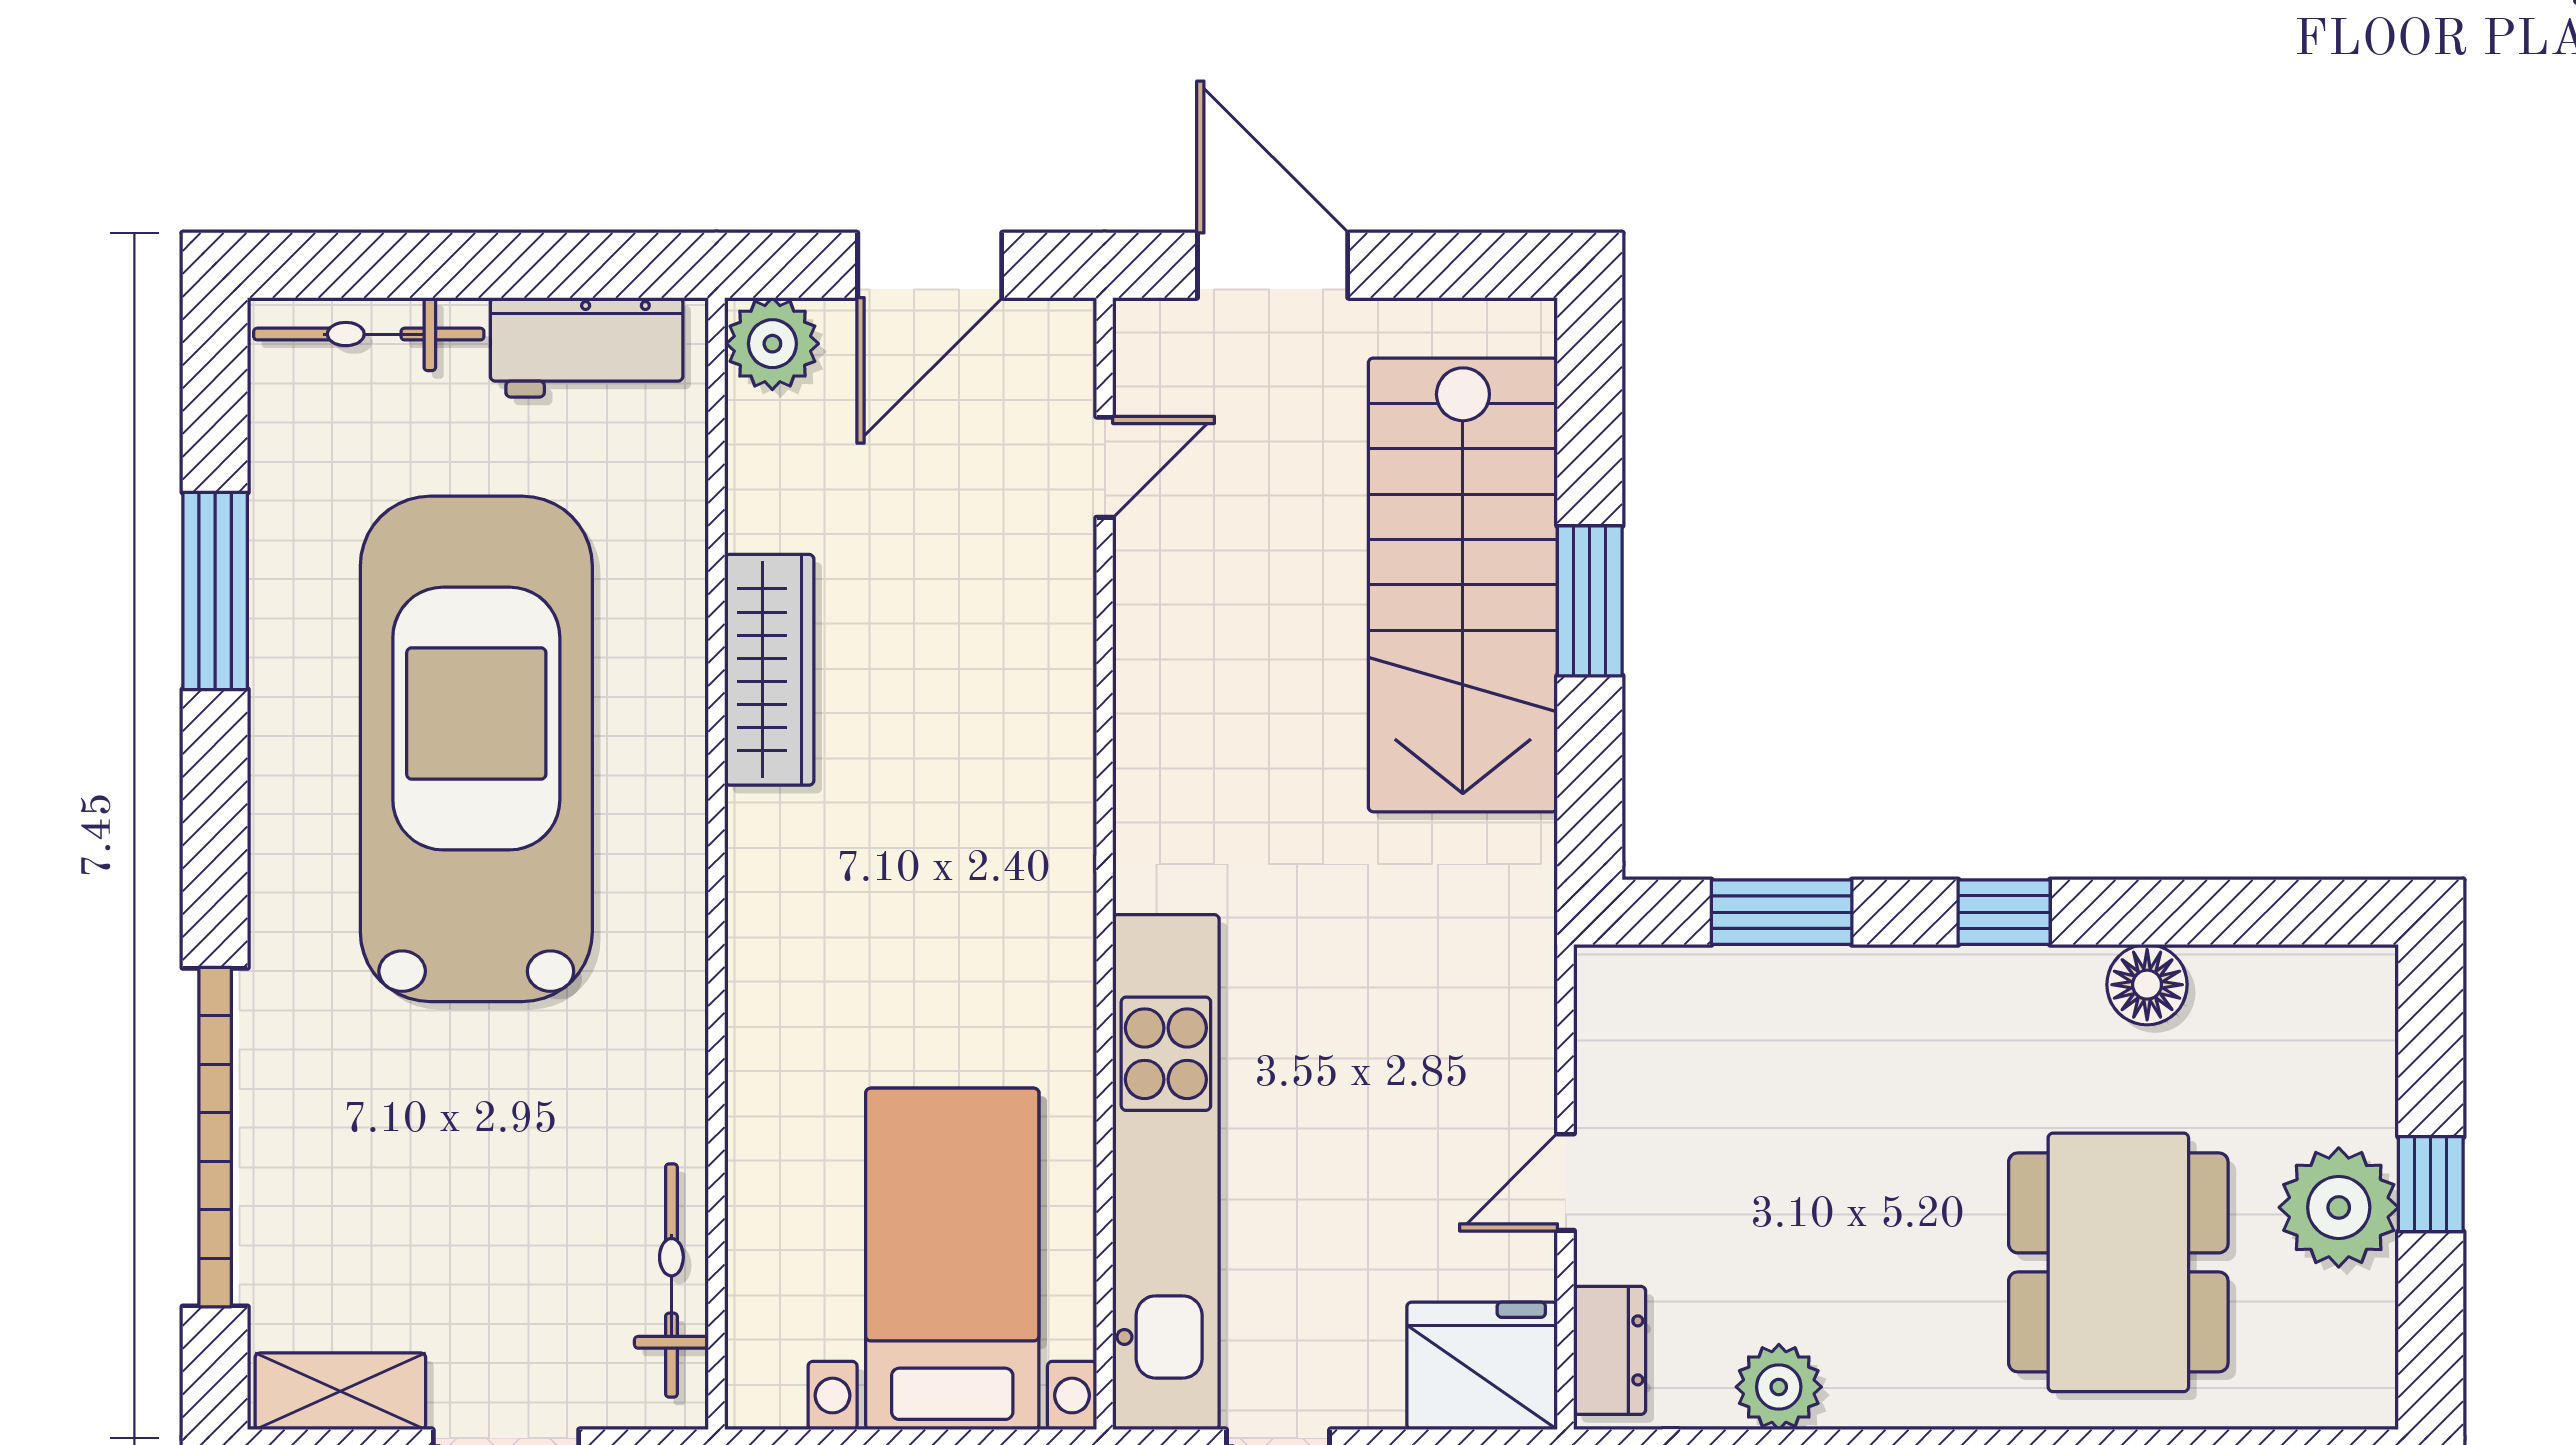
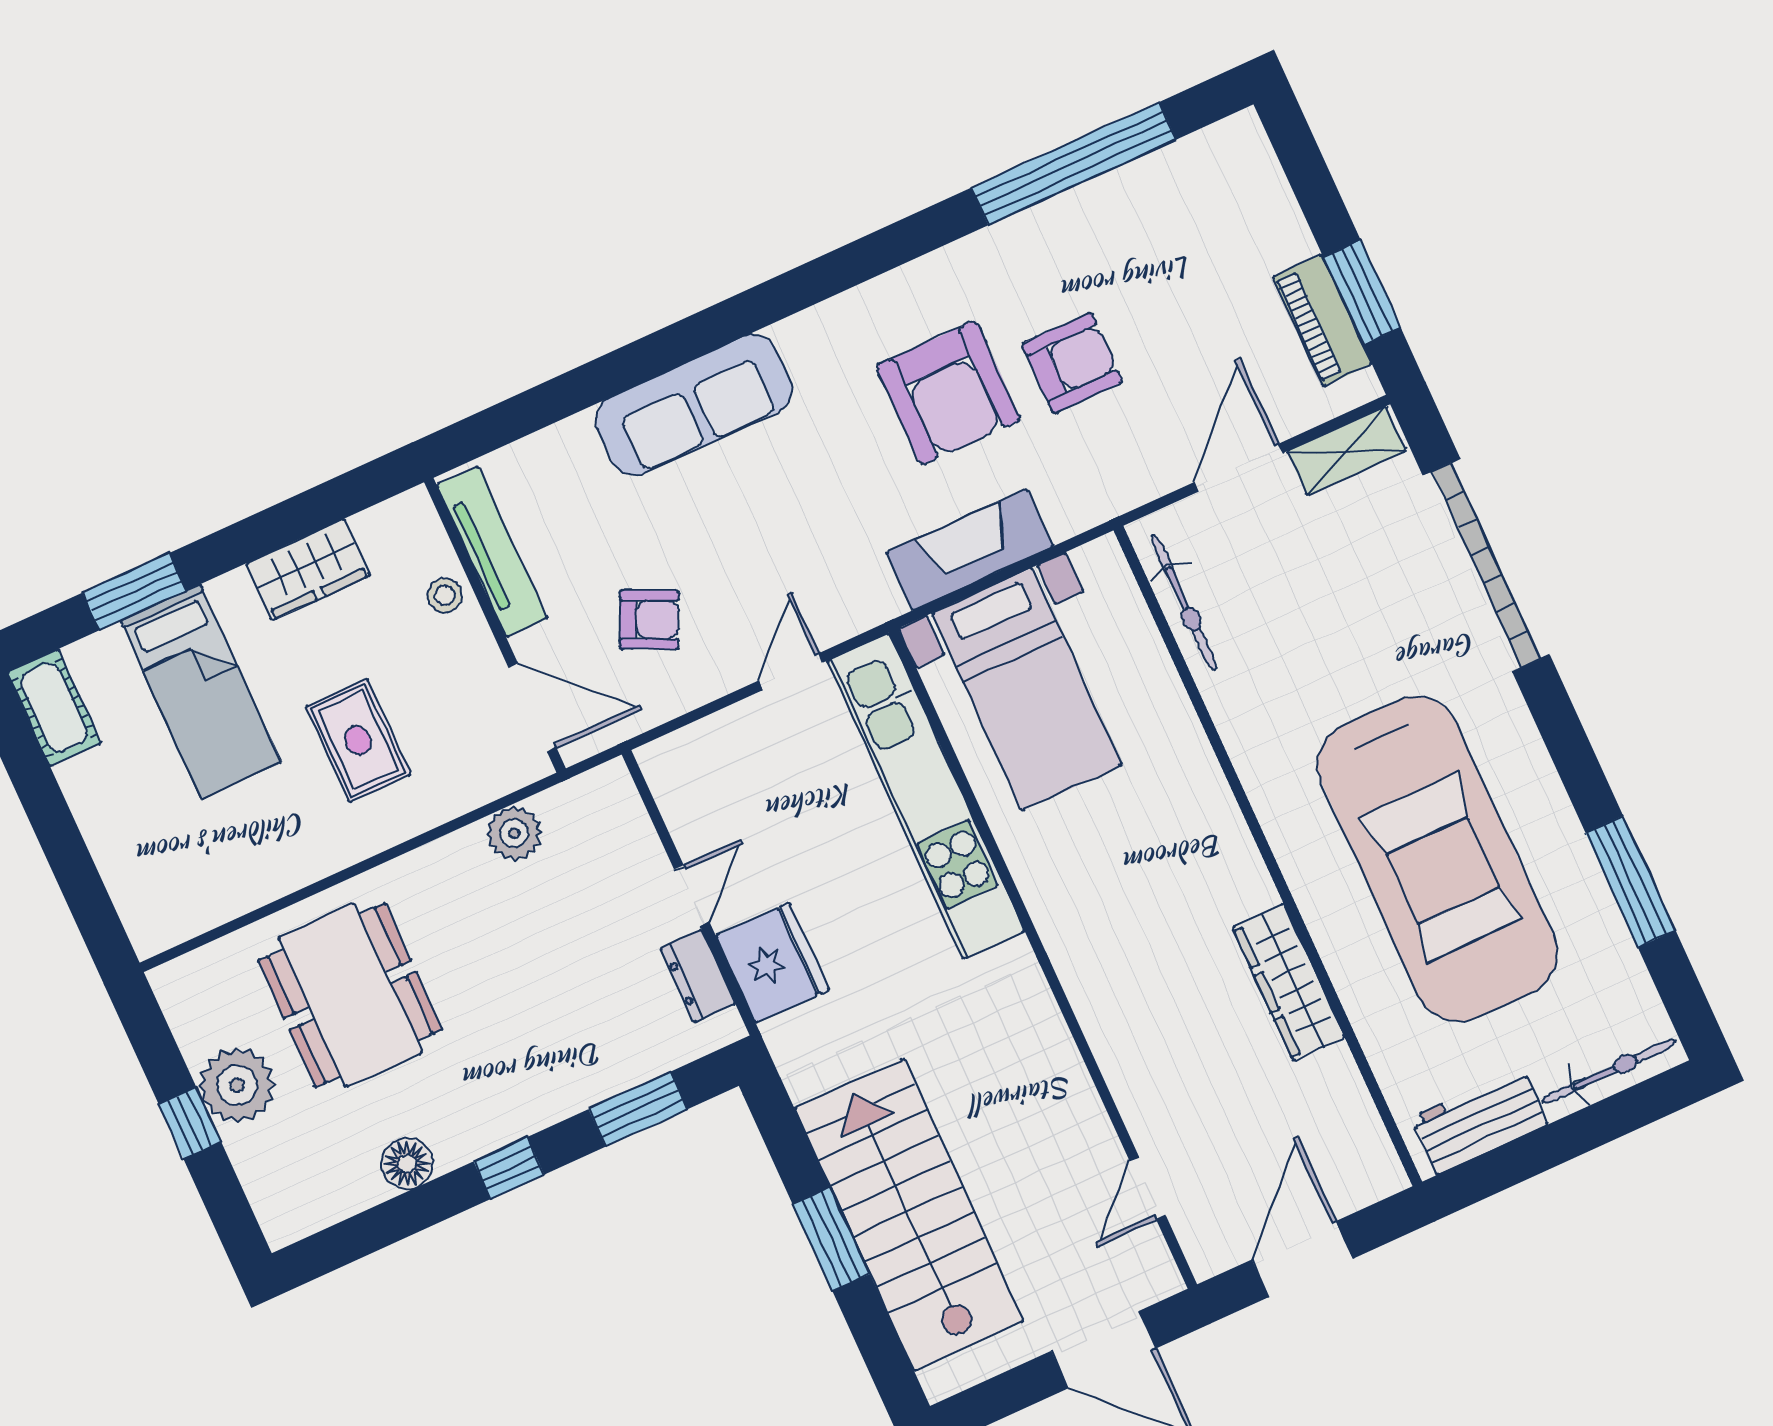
plant: (772, 344) -> (1373, 1172), removed
dresser: (1610, 1350) -> (698, 976), moved
fridge: (1482, 1366) -> (773, 963), moved, turned -90

